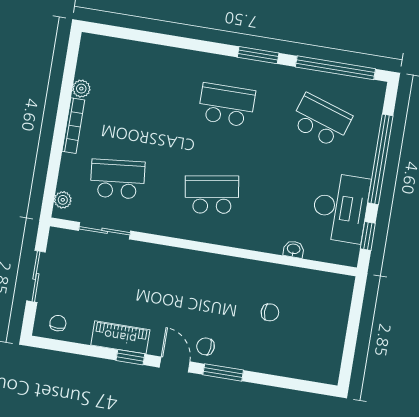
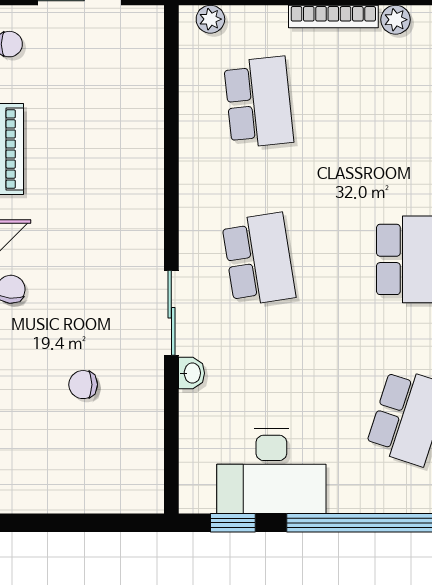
sliding door: (105, 231) -> (171, 313), moved
washbasin: (294, 249) -> (192, 373), moved
chair: (270, 312) -> (83, 385), turned 90

